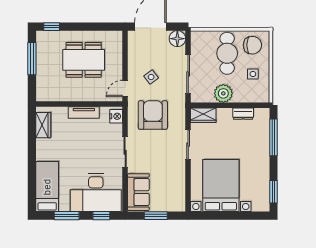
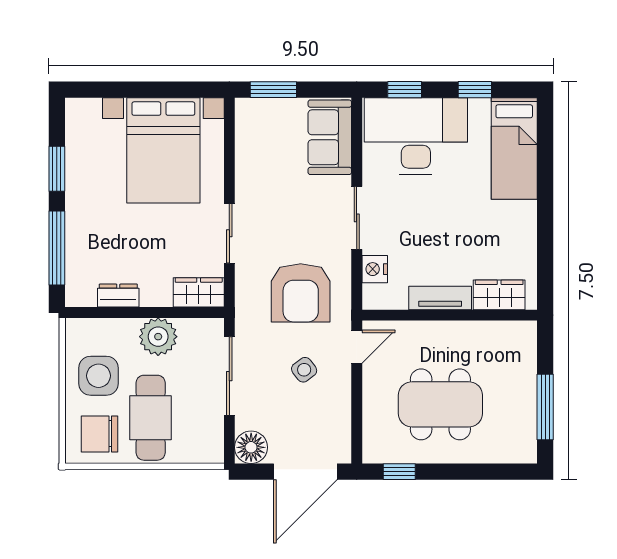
window: (52, 27) -> (399, 472), moved
side table: (253, 74) -> (98, 376), width x1.87, depth x1.87
nightstand: (116, 116) -> (375, 269), moved
wardrobe: (43, 125) -> (499, 295), moved, turned 90
window: (273, 192) -> (57, 169), moved
window: (67, 216) -> (475, 90), width x0.67
window: (156, 216) -> (273, 90), moved

